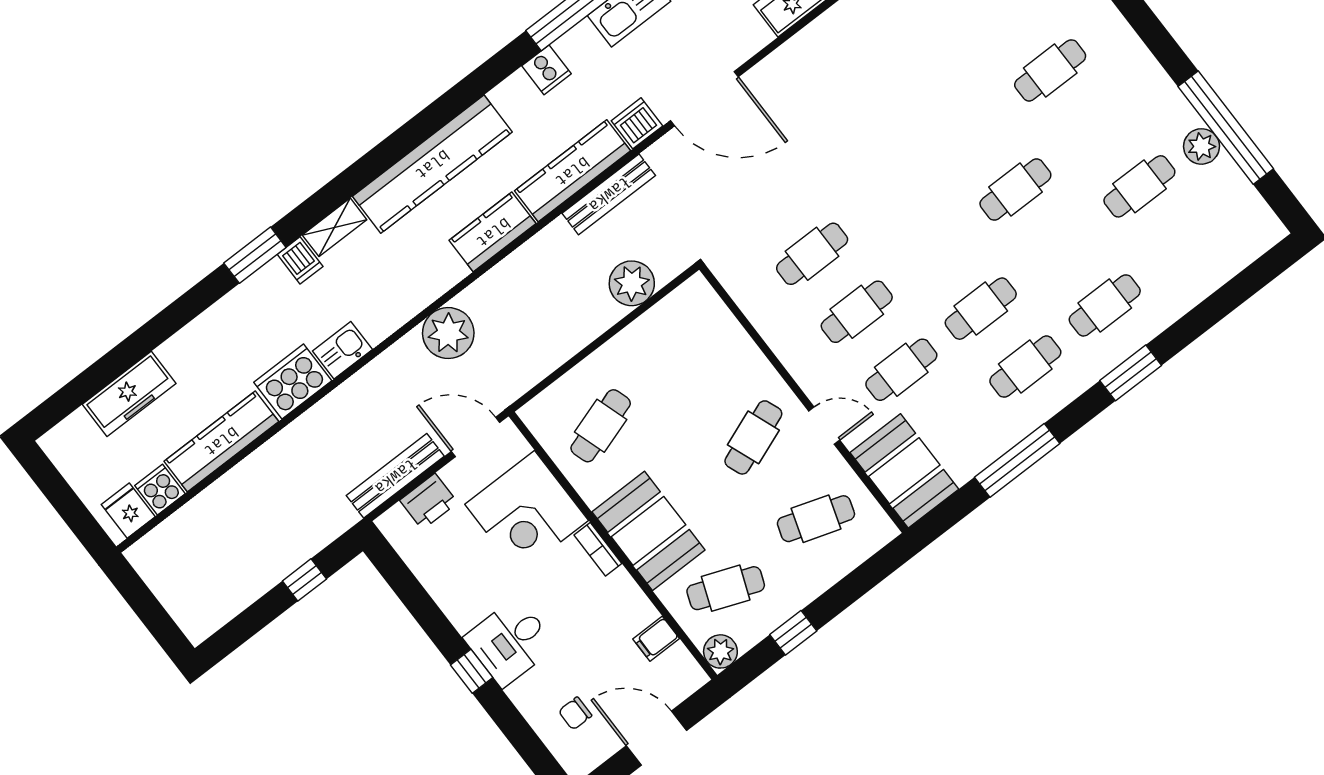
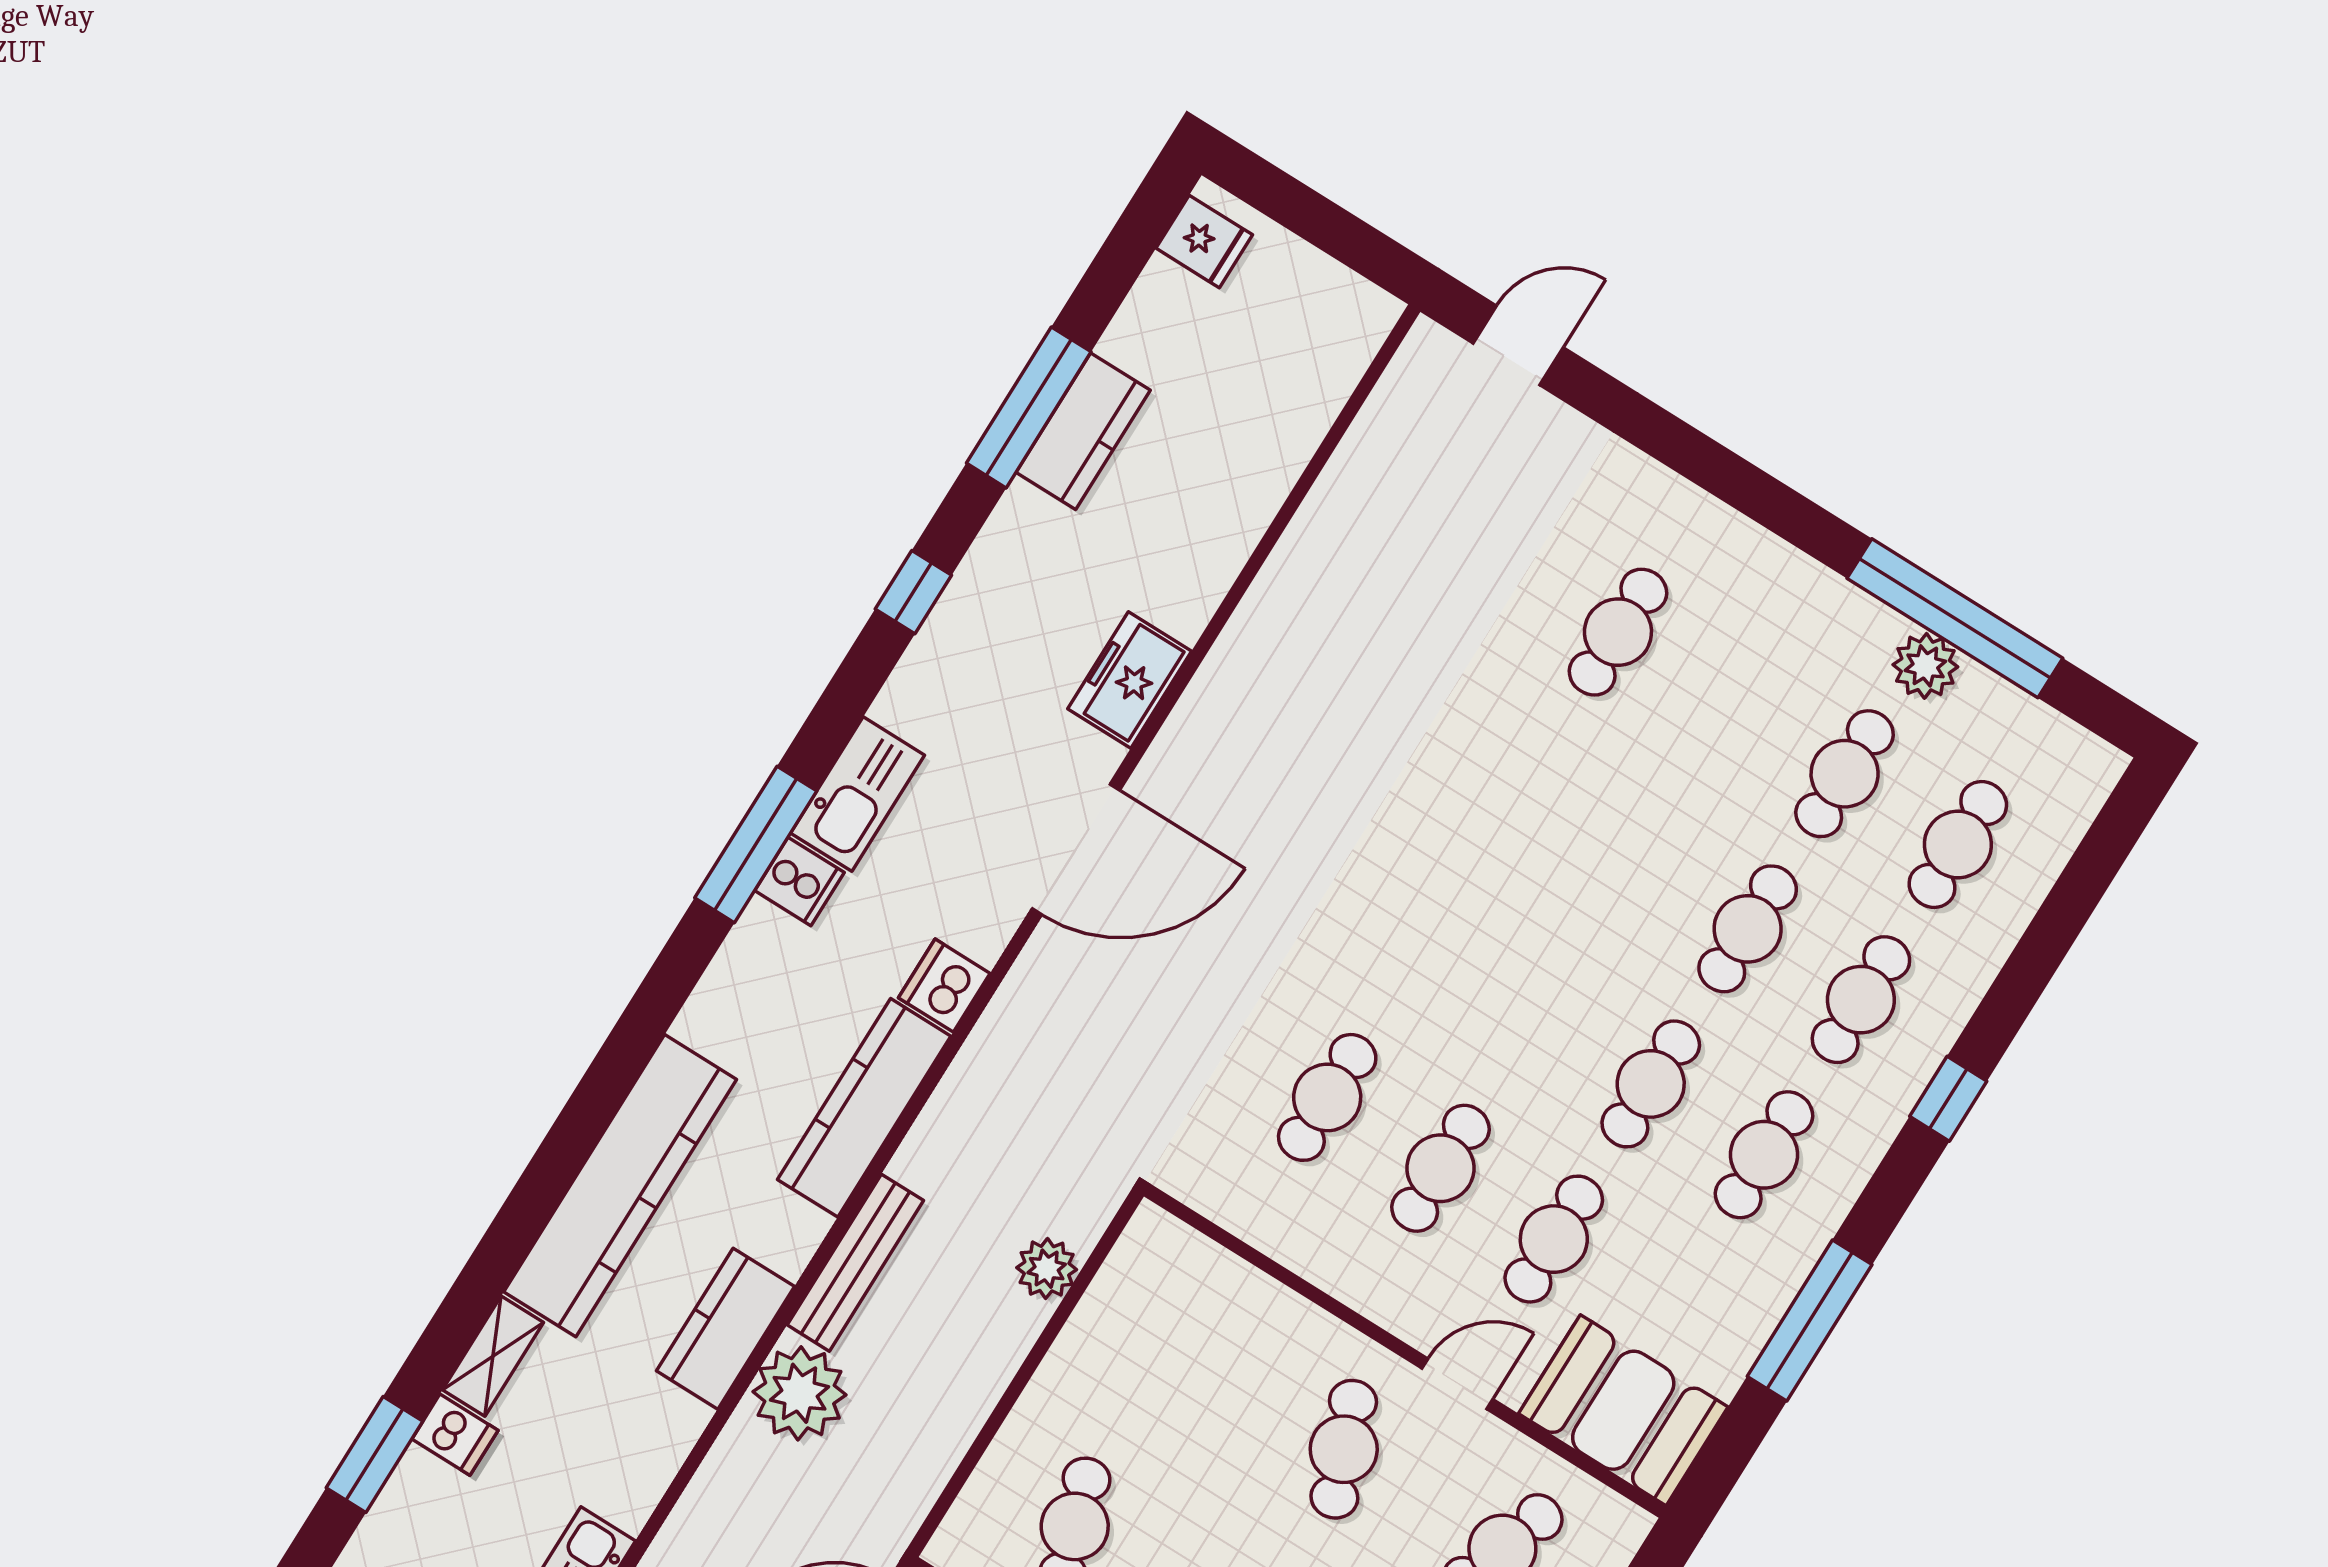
cooker: (547, 70) -> (799, 881), moved
door: (704, 99) -> (1076, 849), moved
cafe table: (1015, 190) -> (1748, 929), moved
bench: (609, 194) -> (855, 1263), moved
kitchen counter: (493, 232) -> (725, 1329), moved
cafe table: (1184, 244) -> (1958, 844), added
plant: (632, 283) -> (1047, 1269), width x0.73, depth x0.73
plant: (448, 333) -> (800, 1393), moved
window: (1131, 373) -> (1948, 1099), width x0.67

